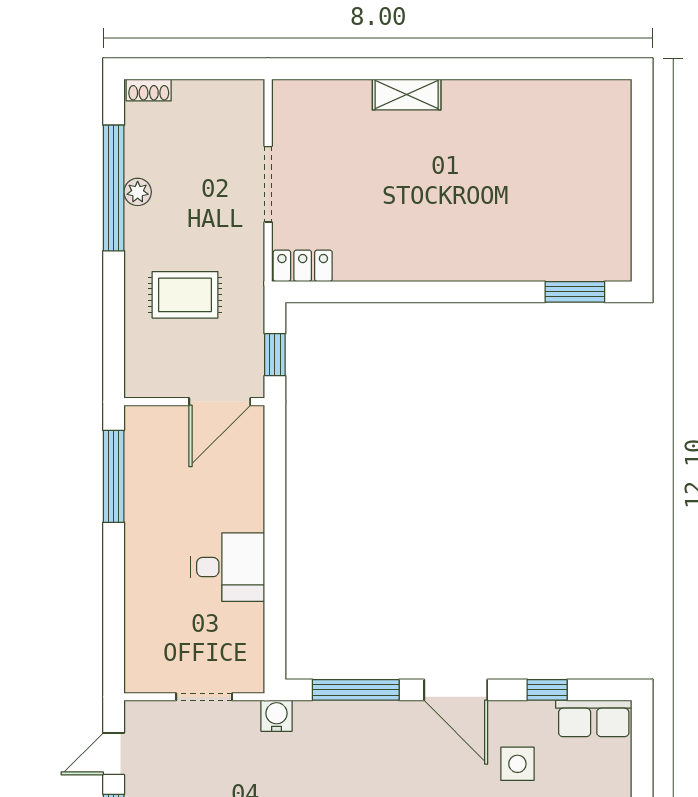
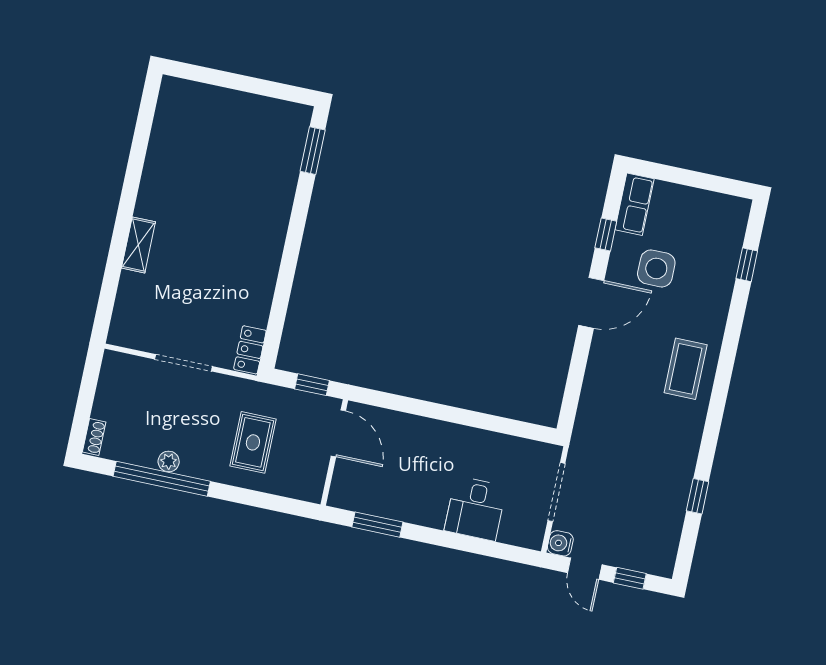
window: (114, 476) -> (377, 525), width x0.69
desk: (228, 567) -> (475, 509), moved, turned 180
window: (356, 690) -> (575, 378), removed
doorway: (204, 697) -> (556, 492), width x1.38
water cooler: (277, 716) -> (560, 543), moved
side table: (517, 764) -> (656, 268), width x1.37, depth x1.37

